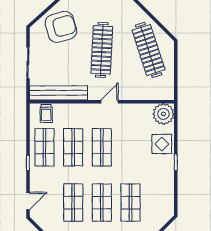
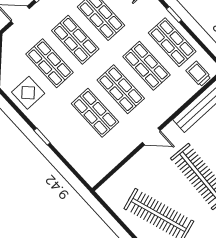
door: (110, 102) -> (151, 136), hinge flipped
plant: (163, 114) -> (93, 170), removed
display table: (162, 144) -> (28, 93), moved
shop shelf: (131, 147) -> (95, 113), added

